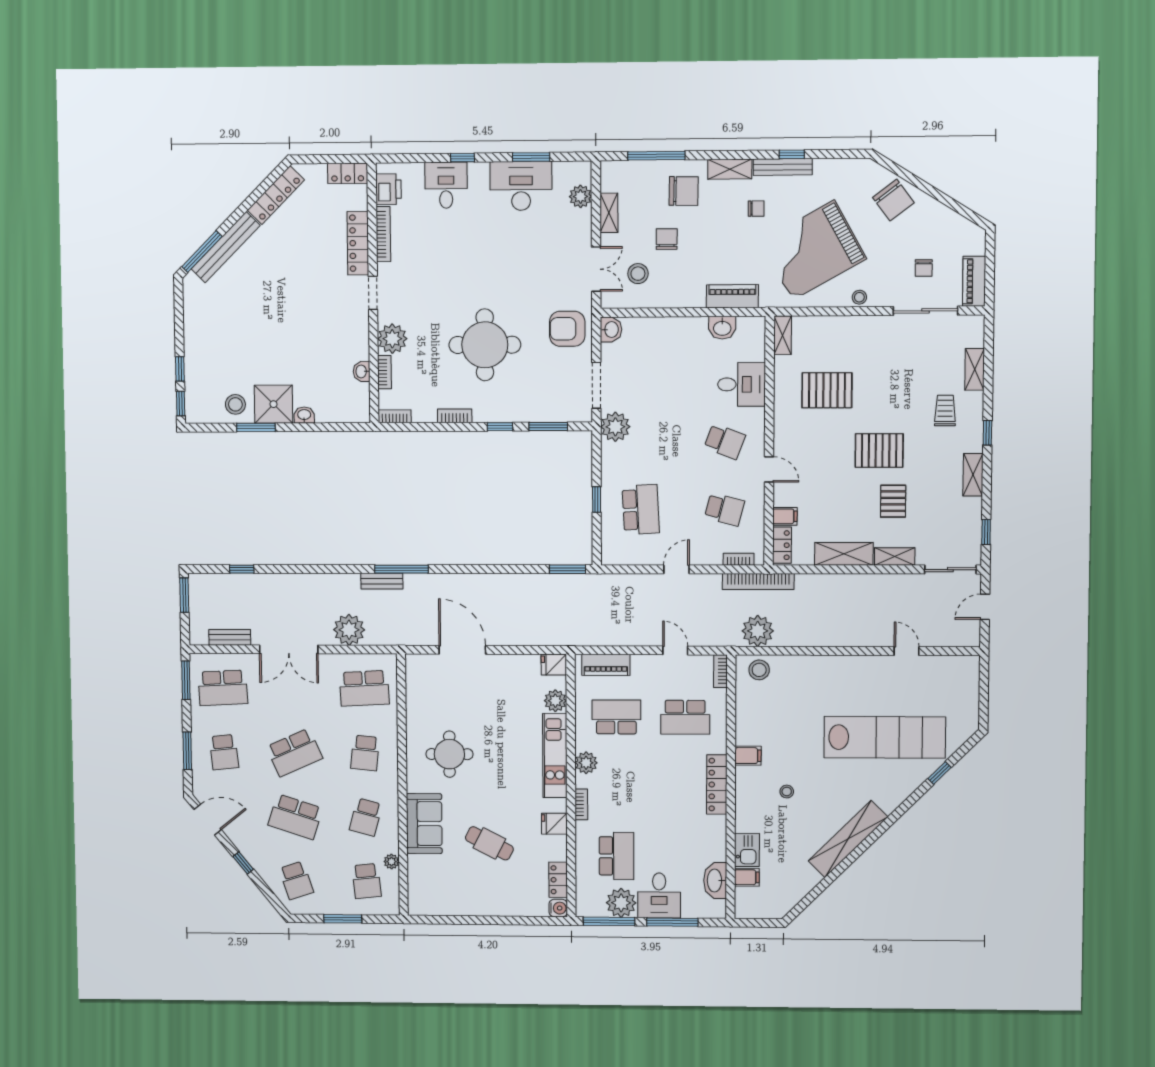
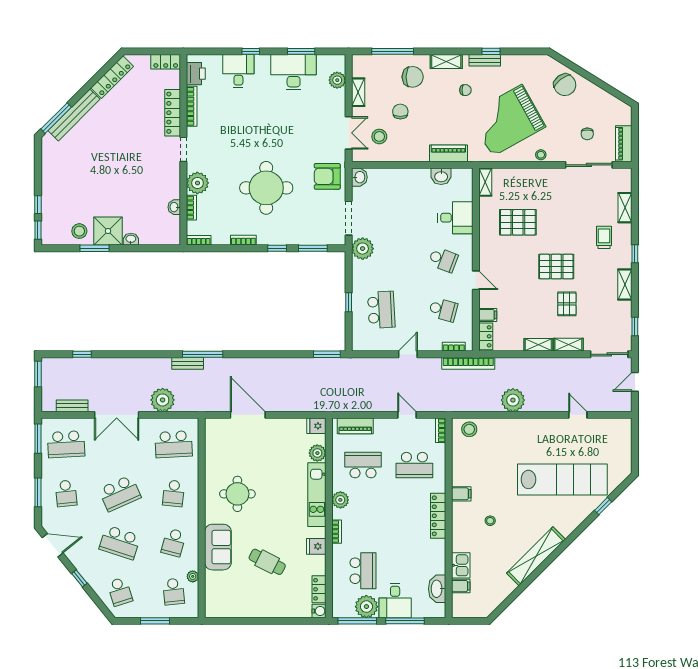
bench: (783, 167) -> (485, 60), width x0.73
shelving: (844, 554) -> (538, 345), width x0.67, depth x0.75
plant: (758, 631) -> (513, 400), moved

